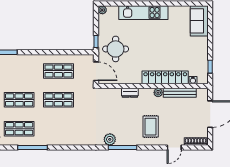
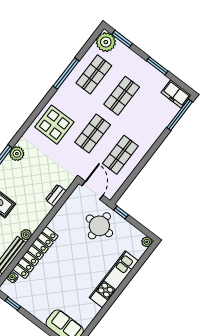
door: (96, 71) -> (92, 190), swing flipped
dresser: (130, 93) -> (56, 195), moved
display table: (72, 129) -> (54, 125), added

